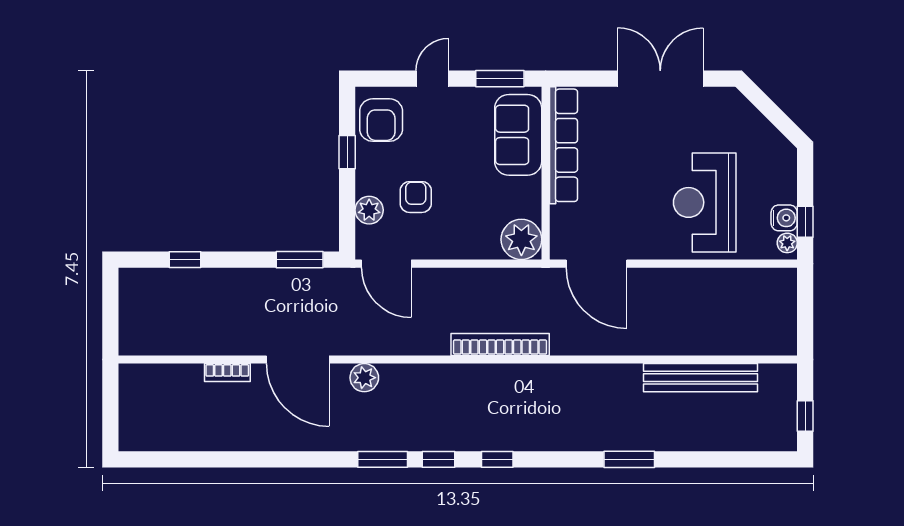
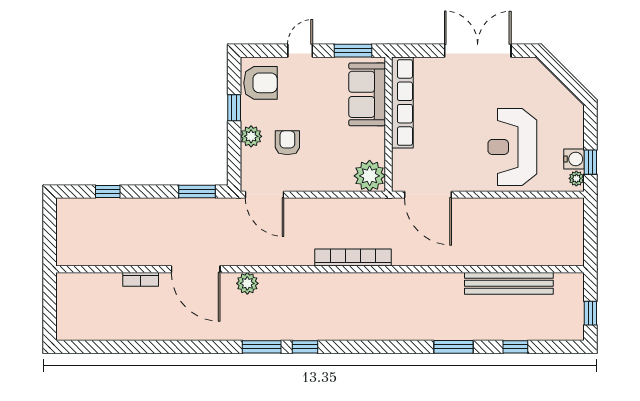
armchair: (381, 120) -> (260, 83), turned -90
plant: (369, 210) -> (251, 136), moved
window: (497, 459) -> (515, 347), moved

